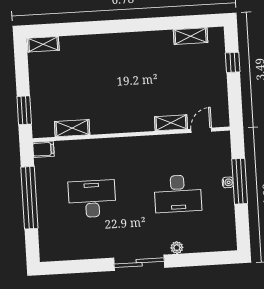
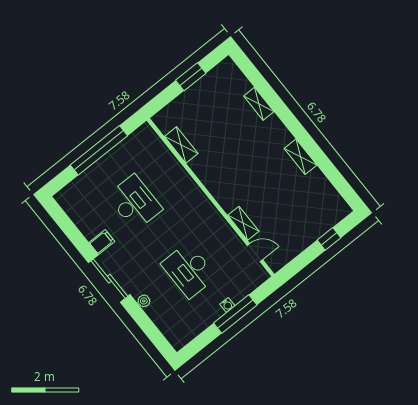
shelving: (191, 36) -> (301, 157), moved
shelving: (43, 44) -> (259, 104), moved
window: (24, 110) -> (191, 77), moved
filing cabinet: (43, 149) -> (102, 242), moved, turned -90

